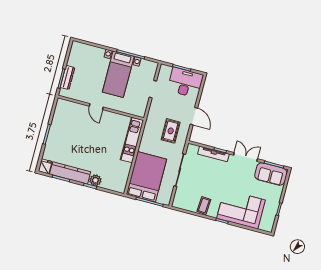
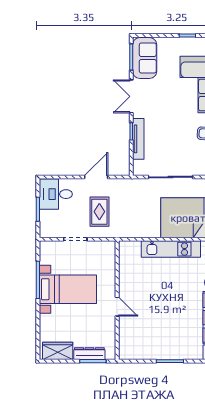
wardrobe: (75, 55) -> (58, 351), added
desk: (185, 83) -> (56, 194), width x0.73
door: (96, 107) -> (117, 307), hinge flipped
rug: (171, 131) -> (99, 212), moved, turned 90
kitchen unit: (132, 140) -> (171, 249), moved

